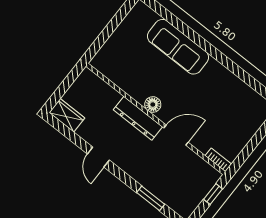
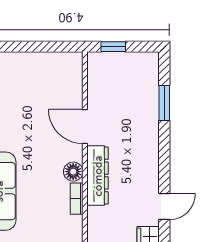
door: (98, 157) -> (164, 207), moved
bookcase: (218, 160) -> (77, 199), moved

